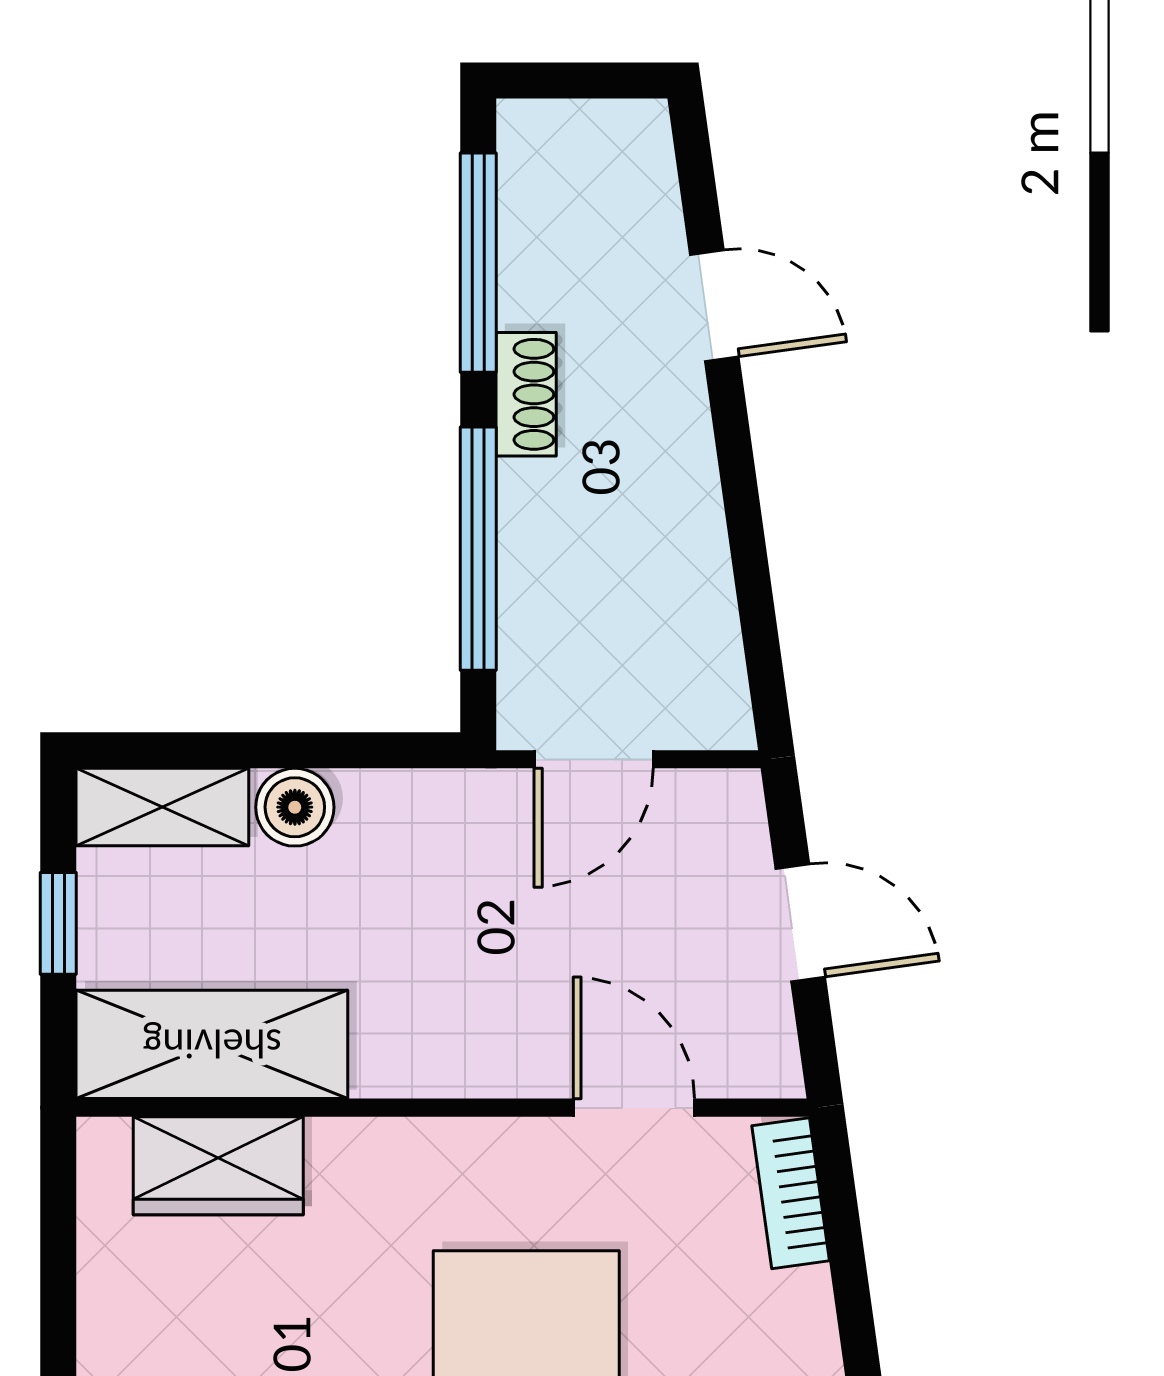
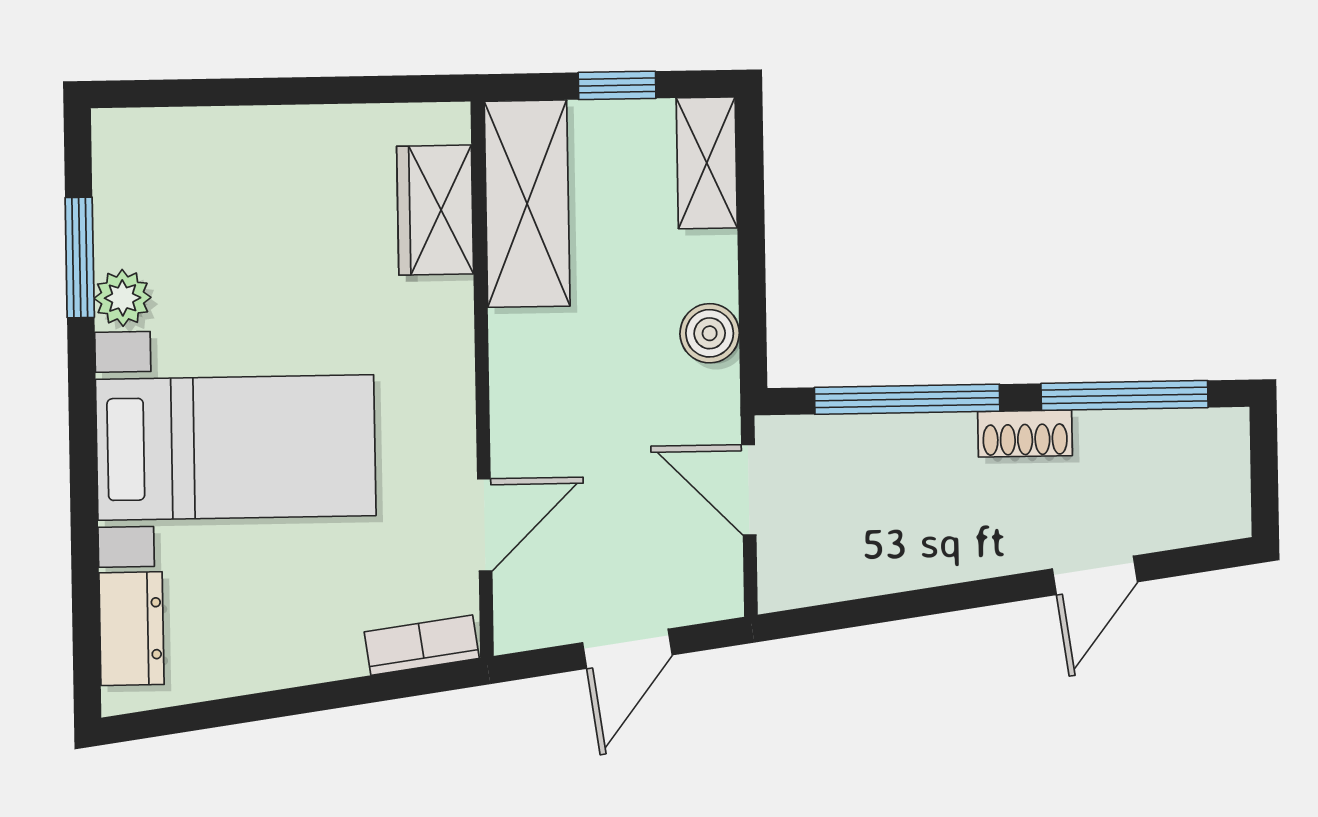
boiler: (295, 807) -> (710, 333), moved

